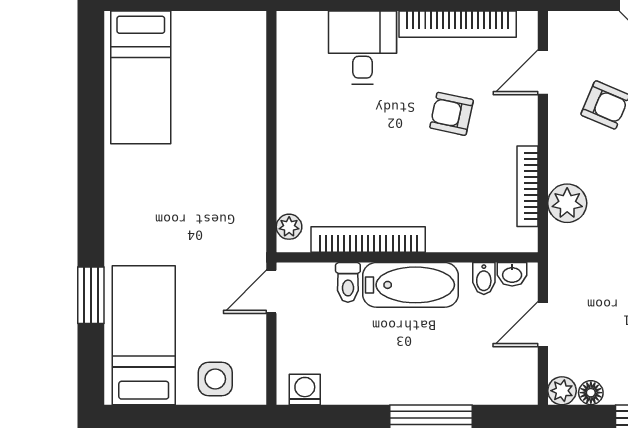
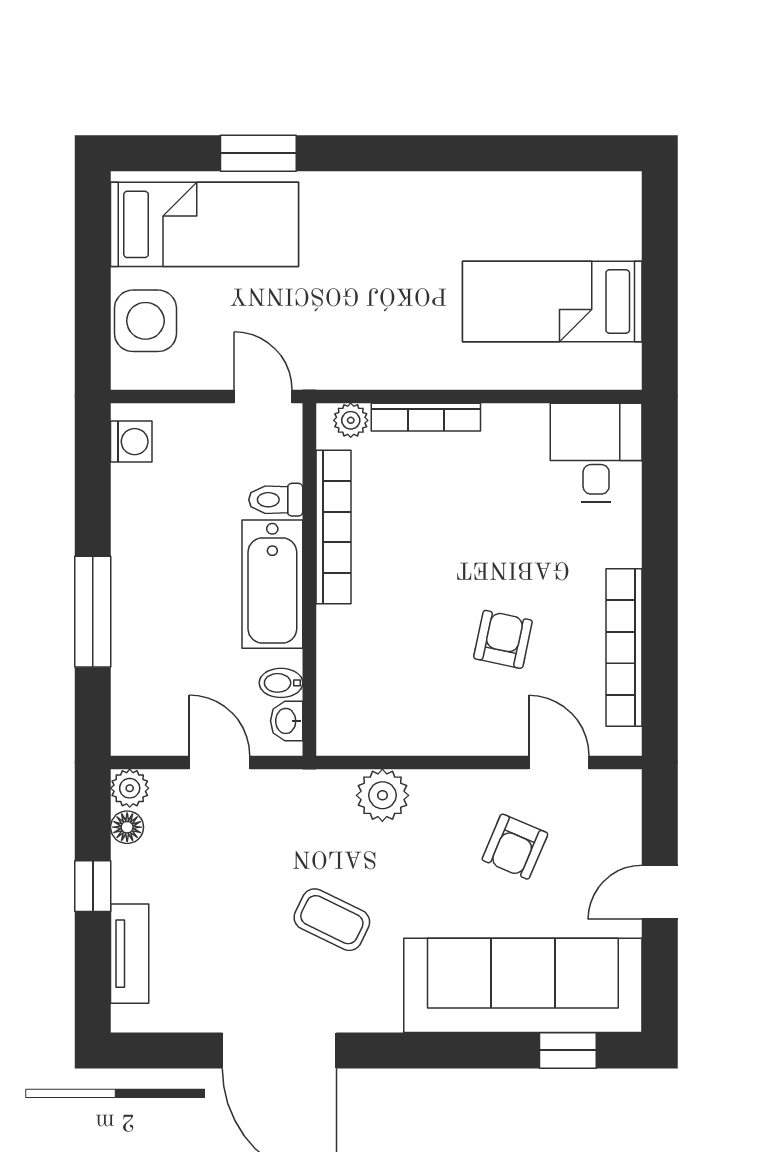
desk: (362, 47) -> (596, 453), moved, turned -90
bed: (141, 77) -> (552, 302), moved
bookcase: (528, 186) -> (426, 417), moved, turned 180
side table: (215, 379) -> (145, 321), width x1.37, depth x1.37

